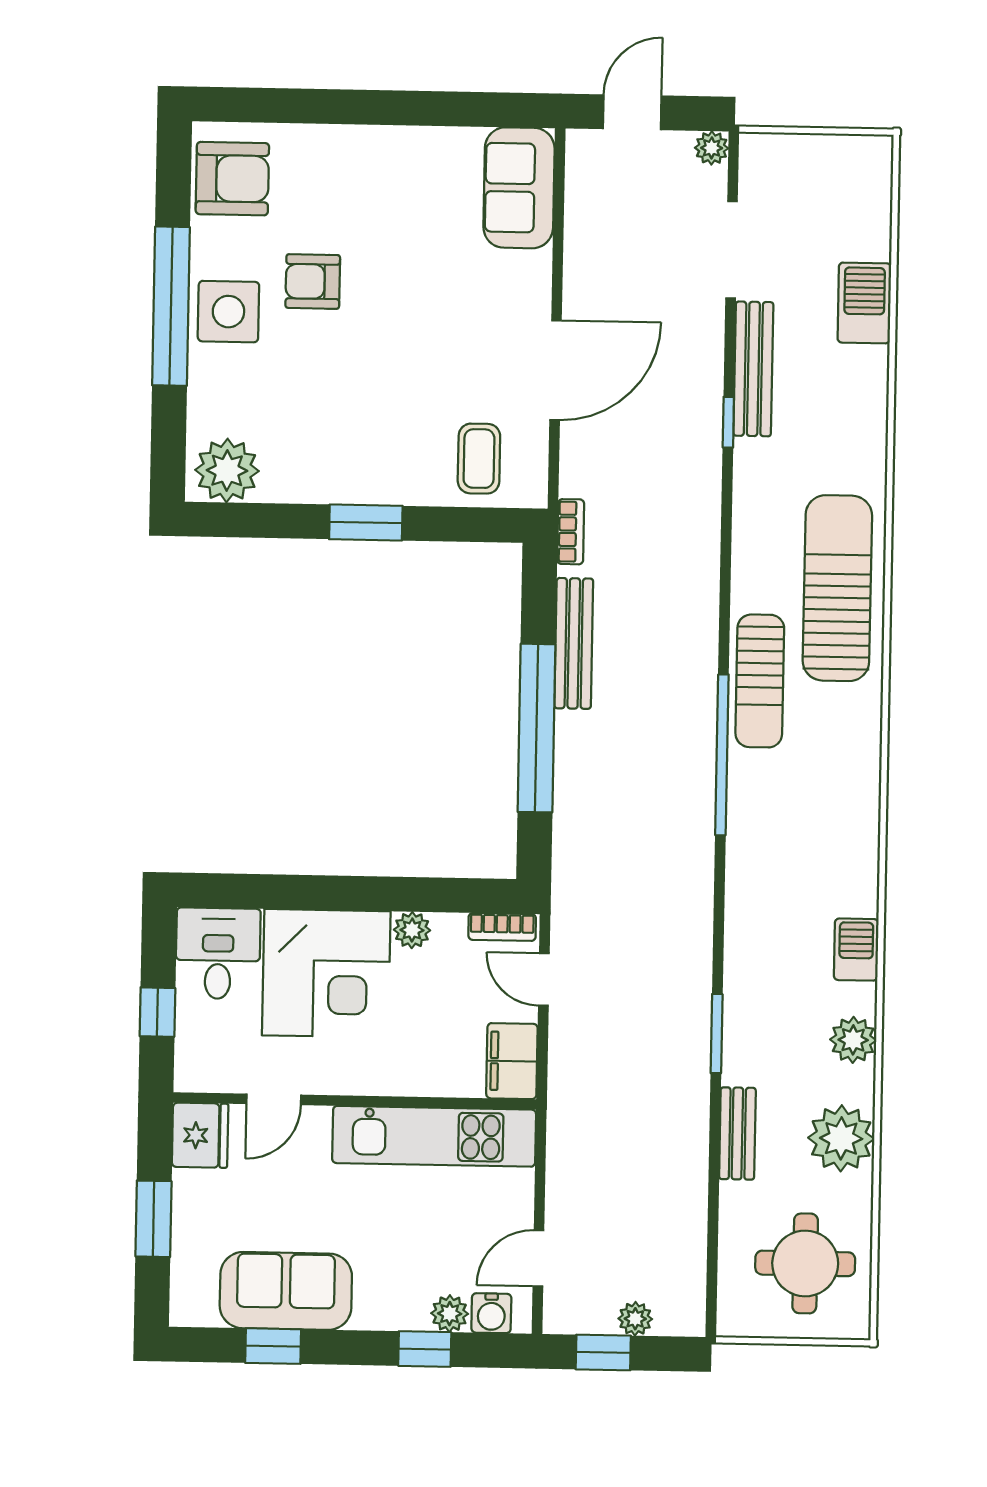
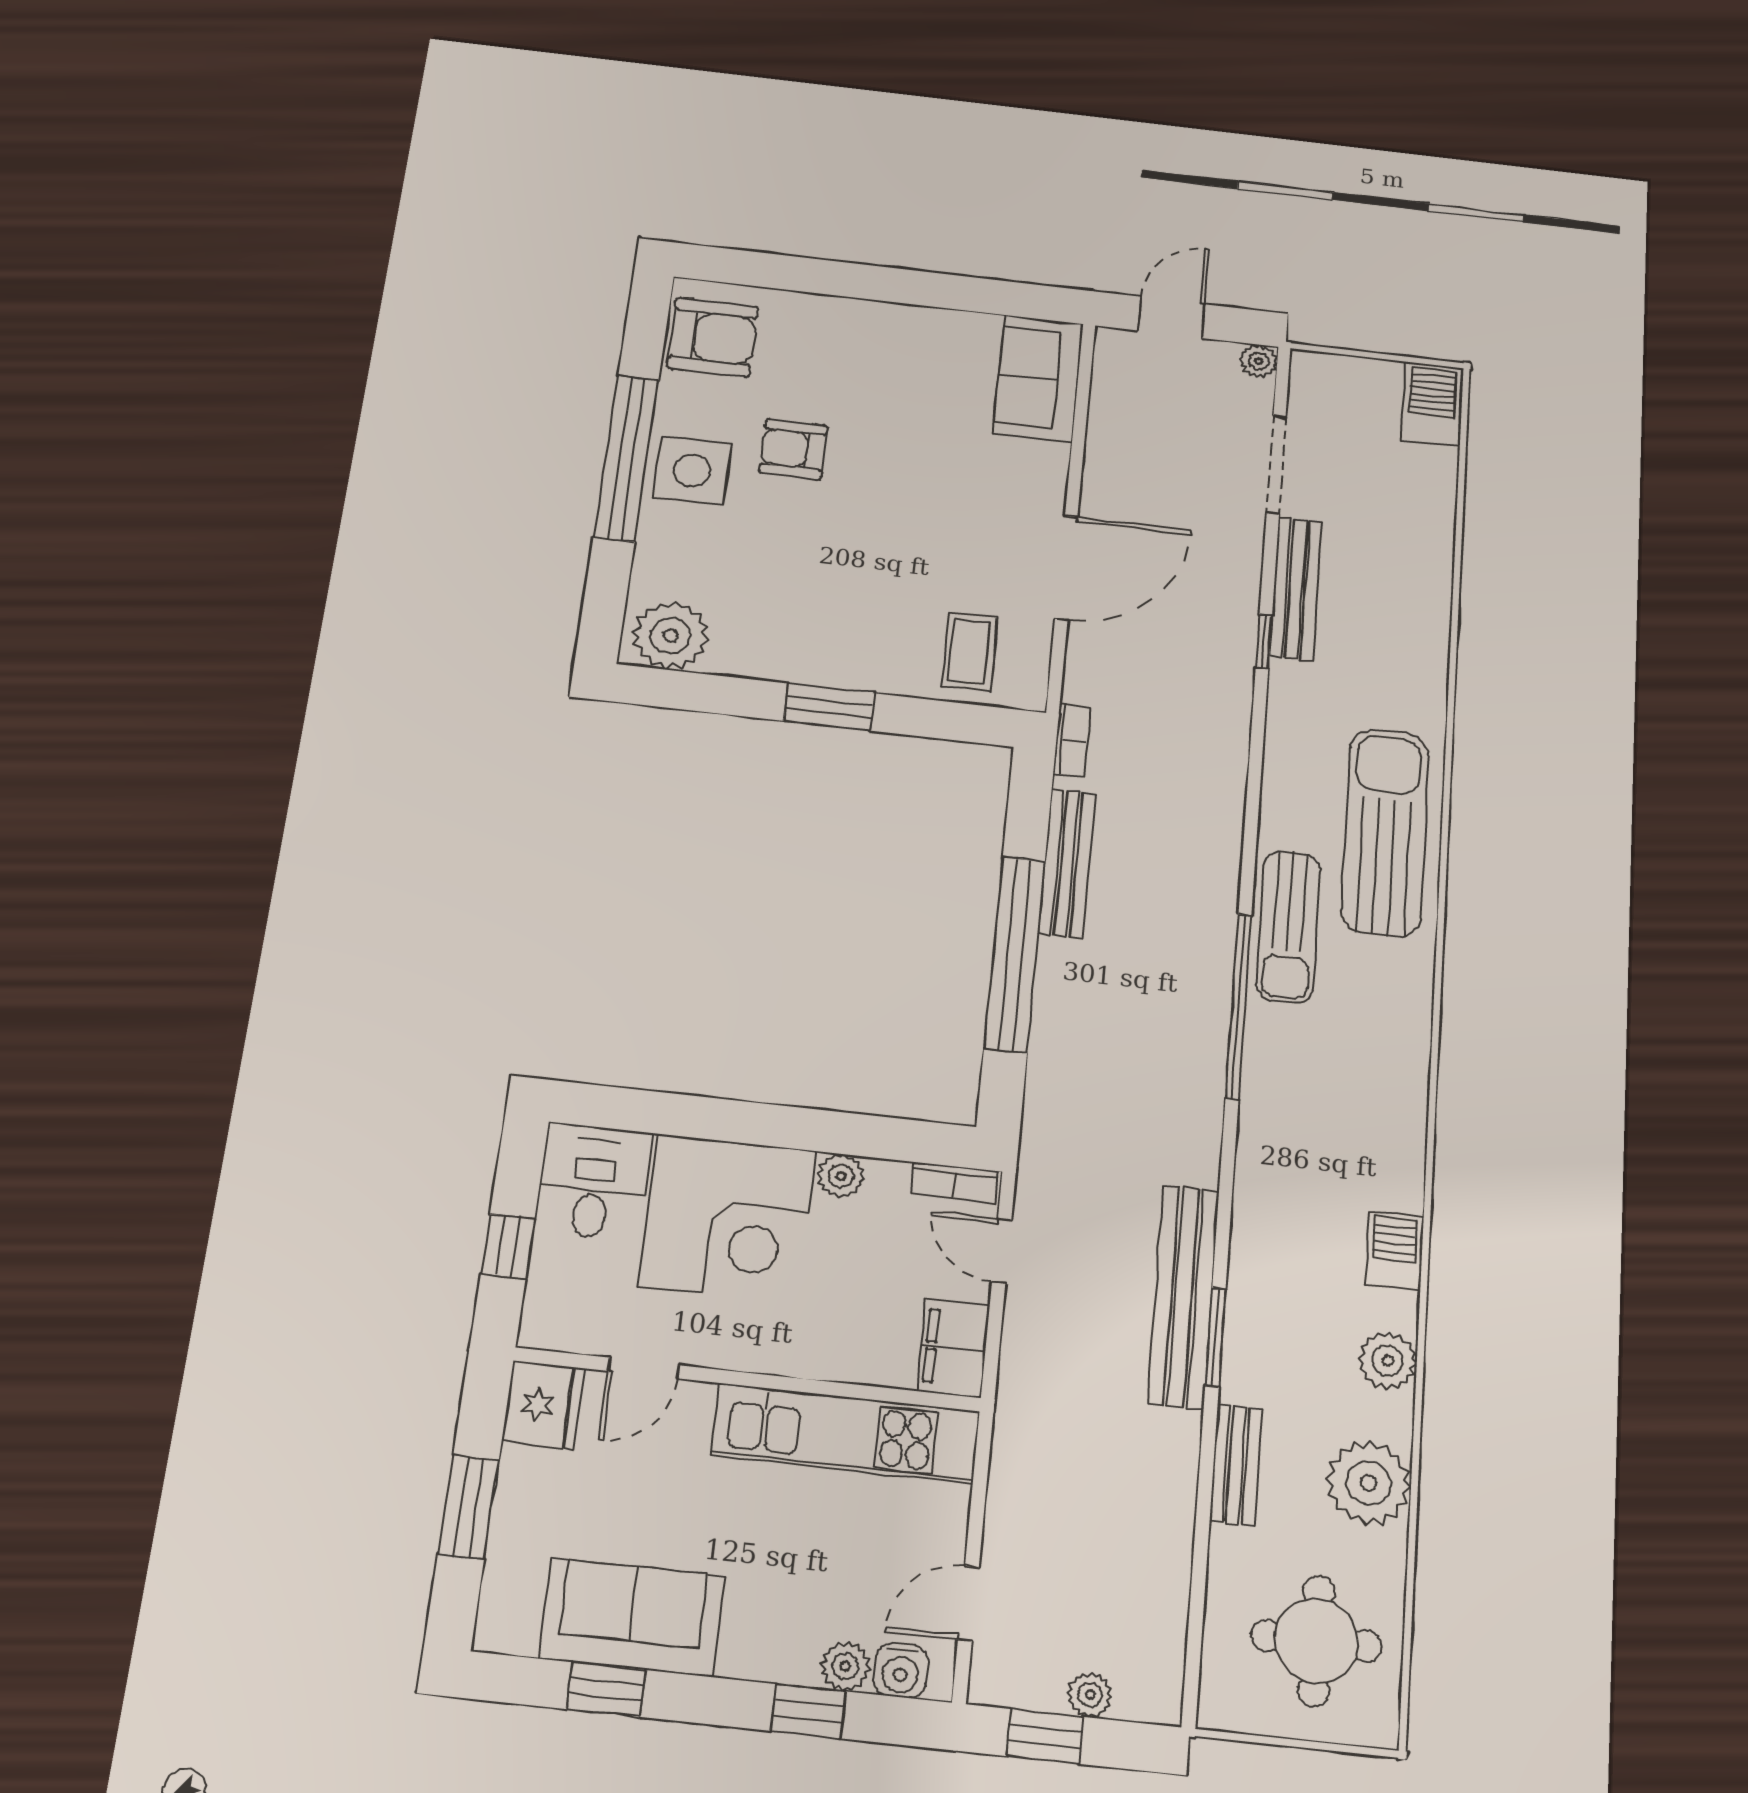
barbecue: (864, 303) -> (1432, 404), moved
bench: (690, 1003) -> (1184, 1296), added

